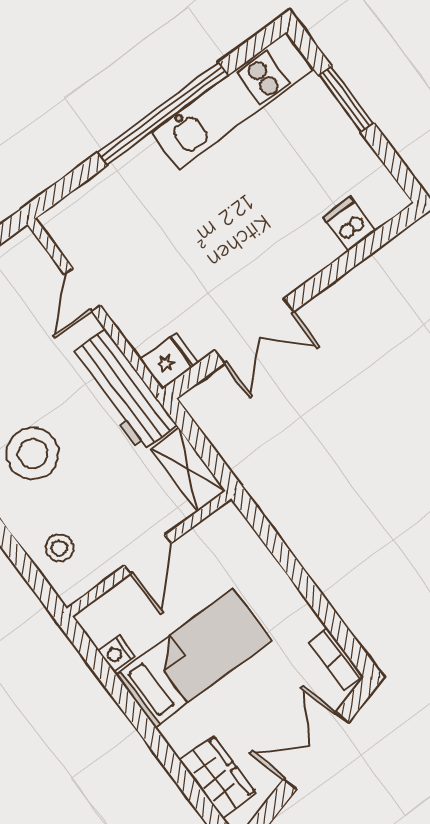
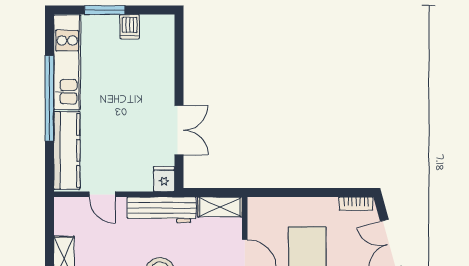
kitchen counter: (107, 193) -> (67, 150), added
dishwasher: (349, 224) -> (130, 27), moved, turned -90

